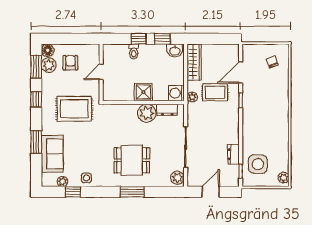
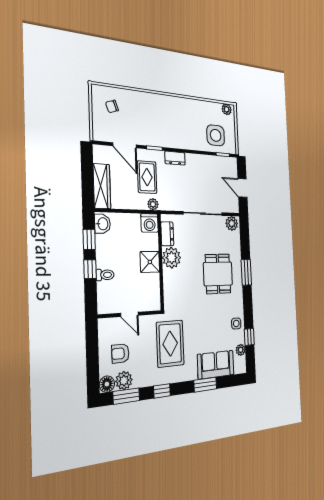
wardrobe: (194, 62) -> (102, 186), moved, turned 90
dresser: (233, 154) -> (175, 158), moved

